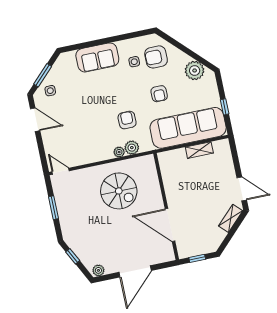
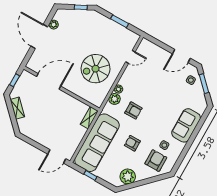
shelving: (199, 150) -> (89, 118), moved
door: (61, 171) -> (130, 57), moved
door: (242, 189) -> (57, 156), moved
shelving: (231, 218) -> (17, 108), moved
plant: (98, 270) -> (54, 25), moved

